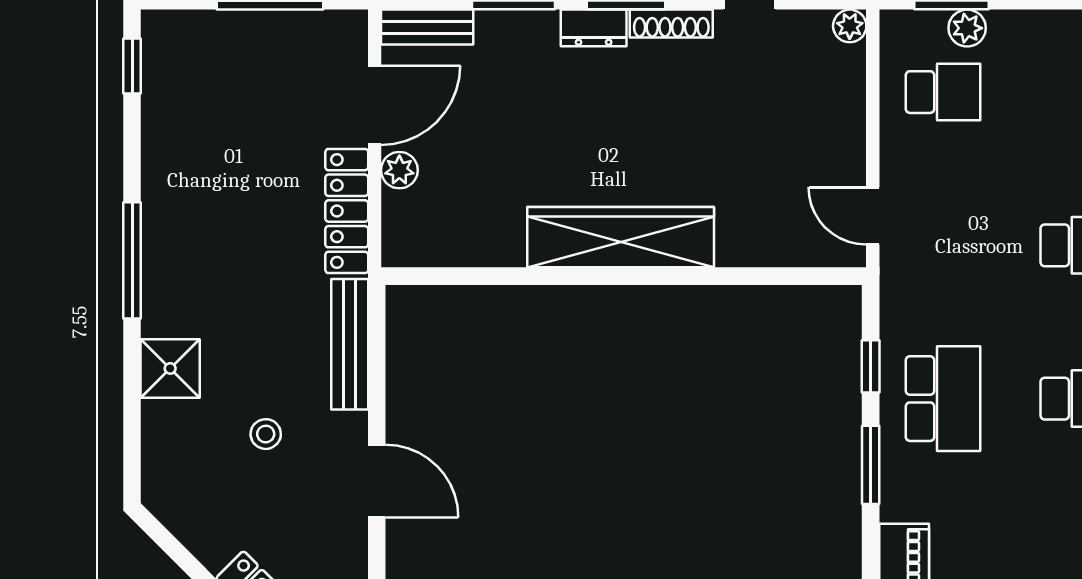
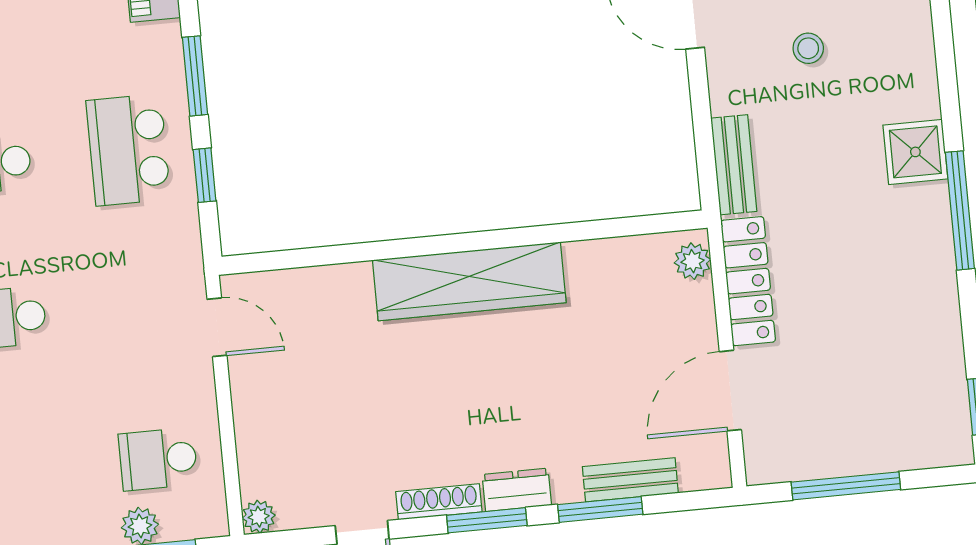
bench: (427, 27) -> (630, 480), moved
plant: (399, 170) -> (693, 261), moved
bench: (350, 344) -> (734, 165), width x0.73
shower: (170, 368) -> (915, 152), moved

